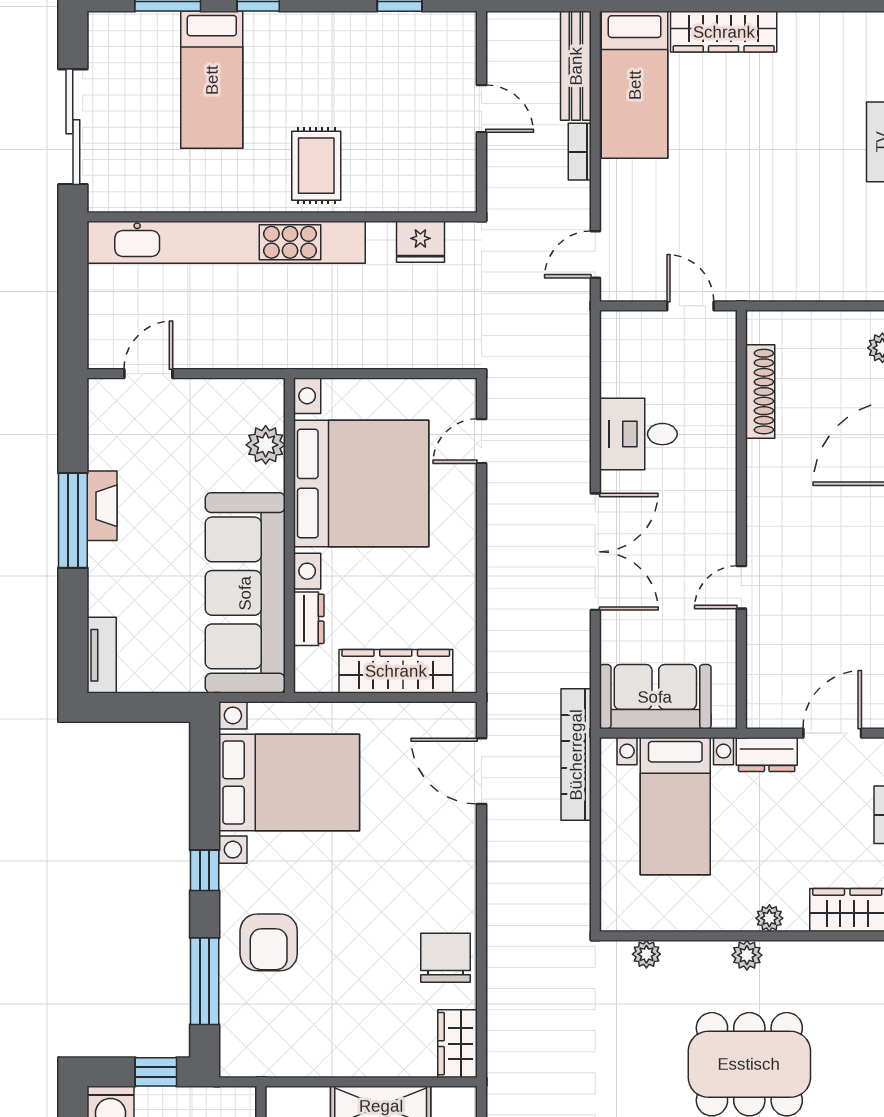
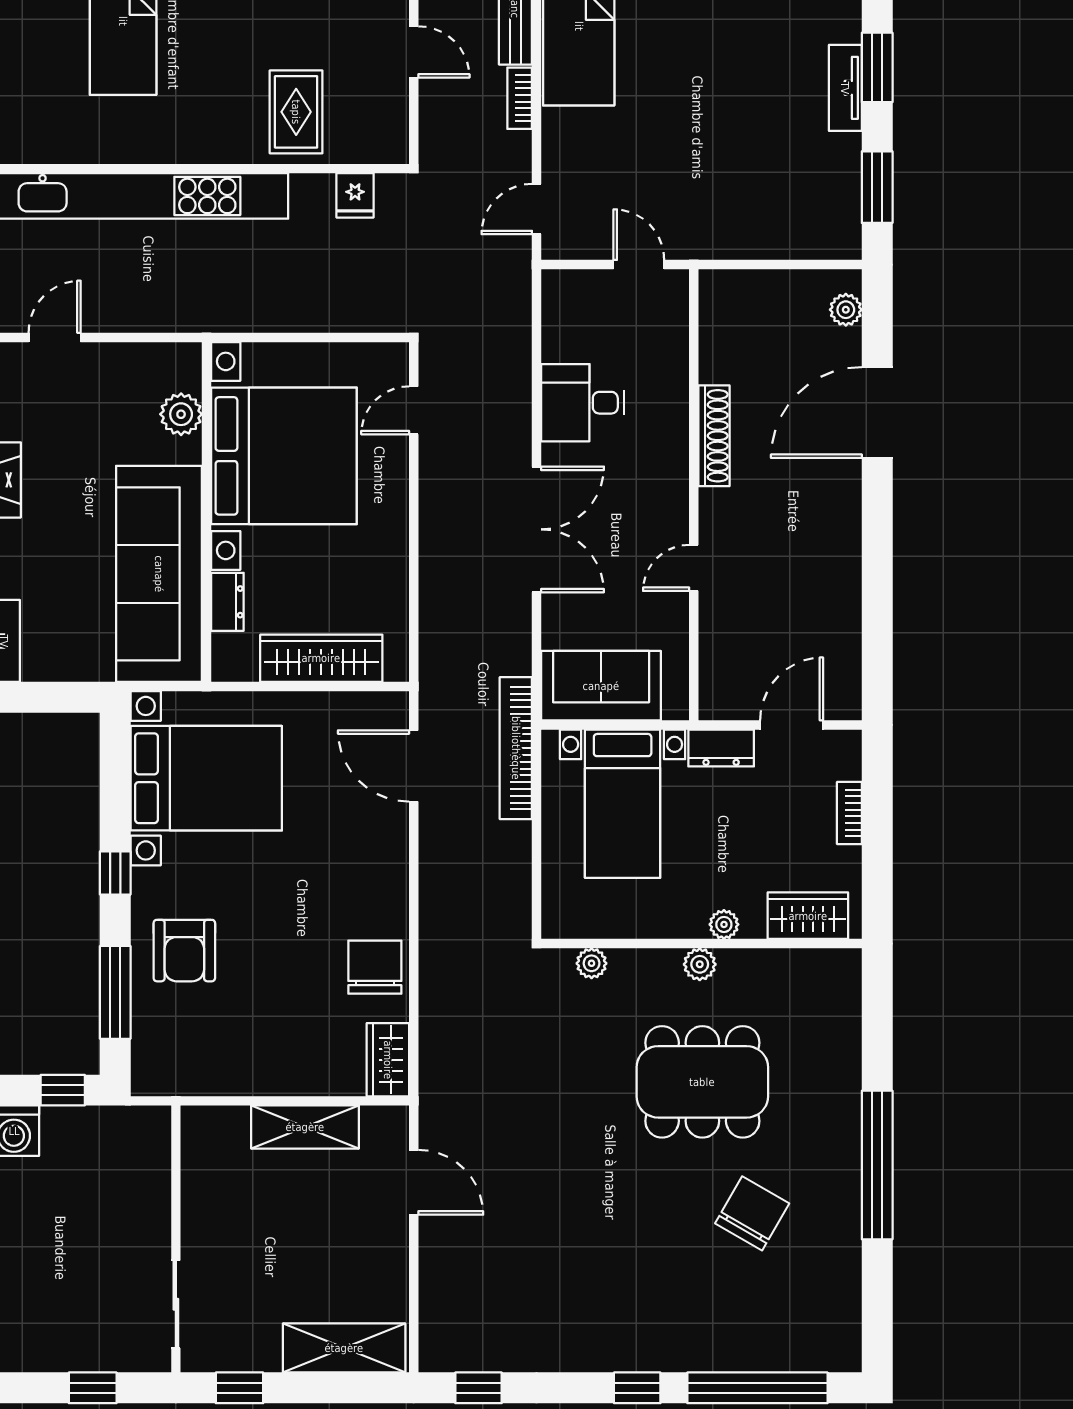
rug: (316, 166) -> (296, 112), moved
fridge: (420, 242) -> (355, 195), width x0.72
shoe rack: (760, 392) -> (714, 436), moved

